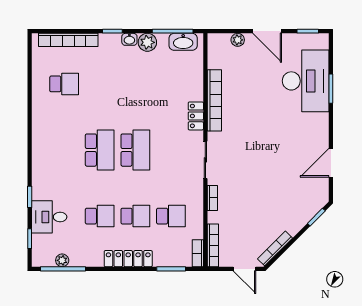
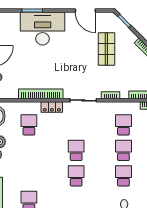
desk: (306, 81) -> (43, 29), moved
school desk: (171, 84) -> (29, 125), added
school desk: (100, 150) -> (76, 176), width x0.54
school desk: (135, 150) -> (76, 150), width x0.54
shop shelf: (277, 192) -> (106, 49), added

